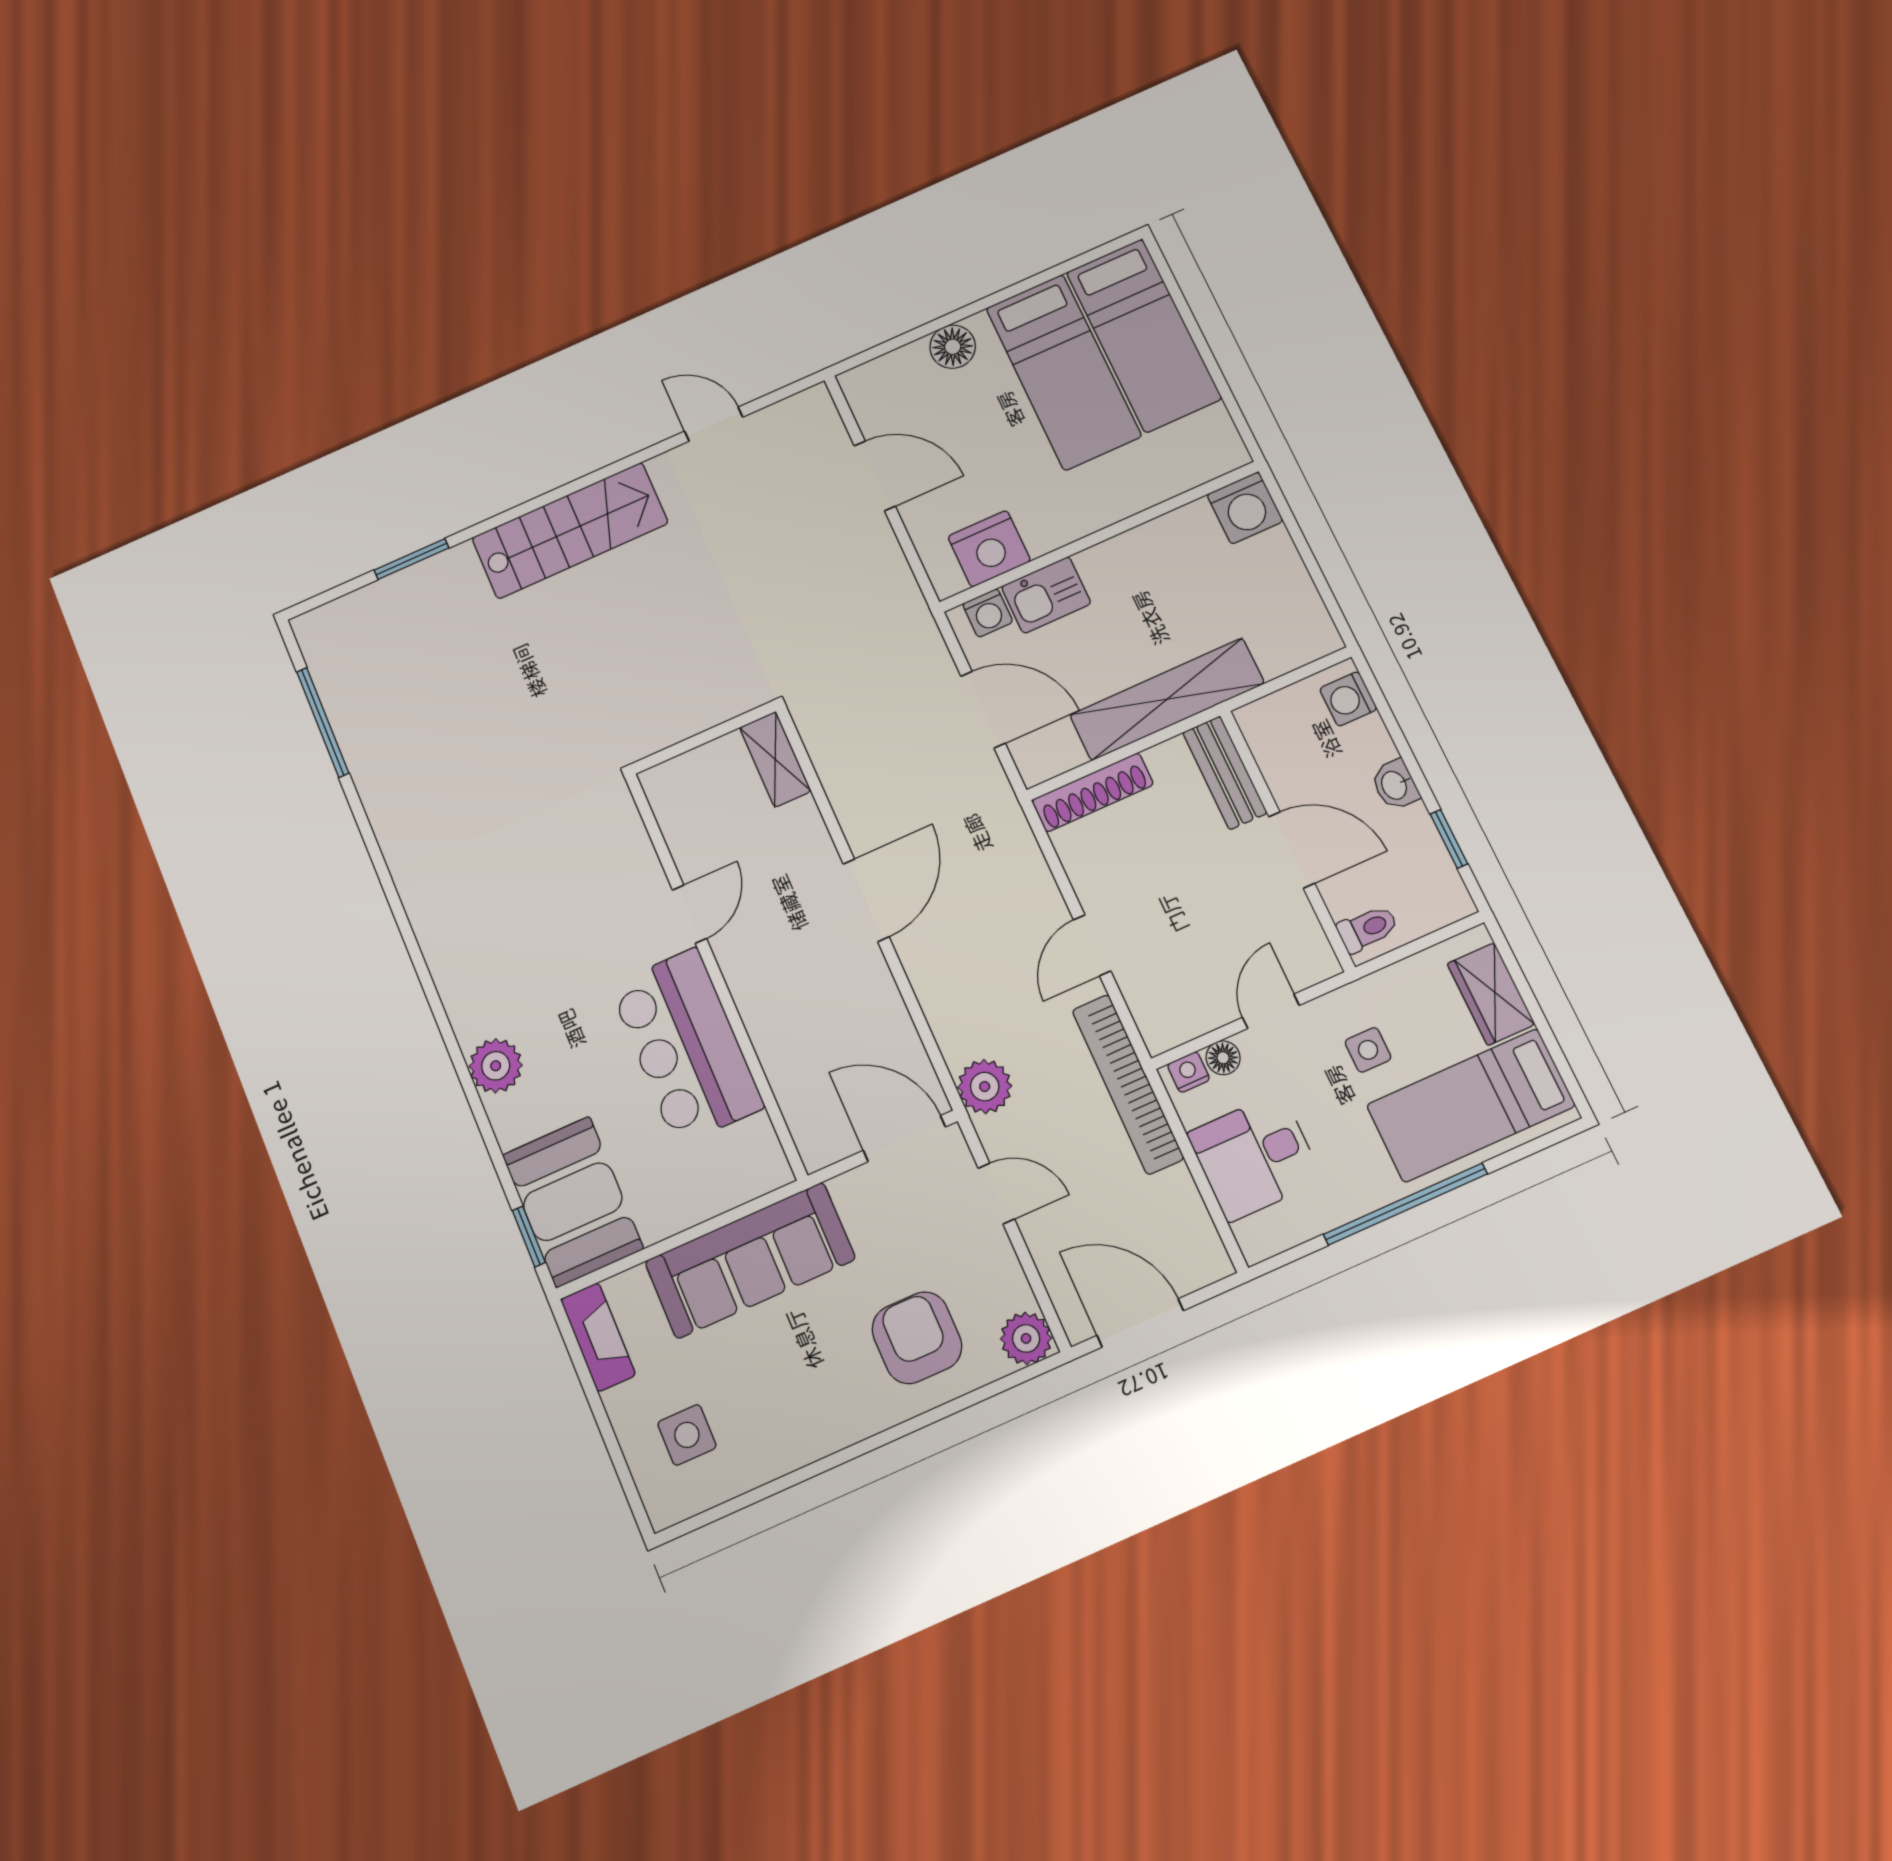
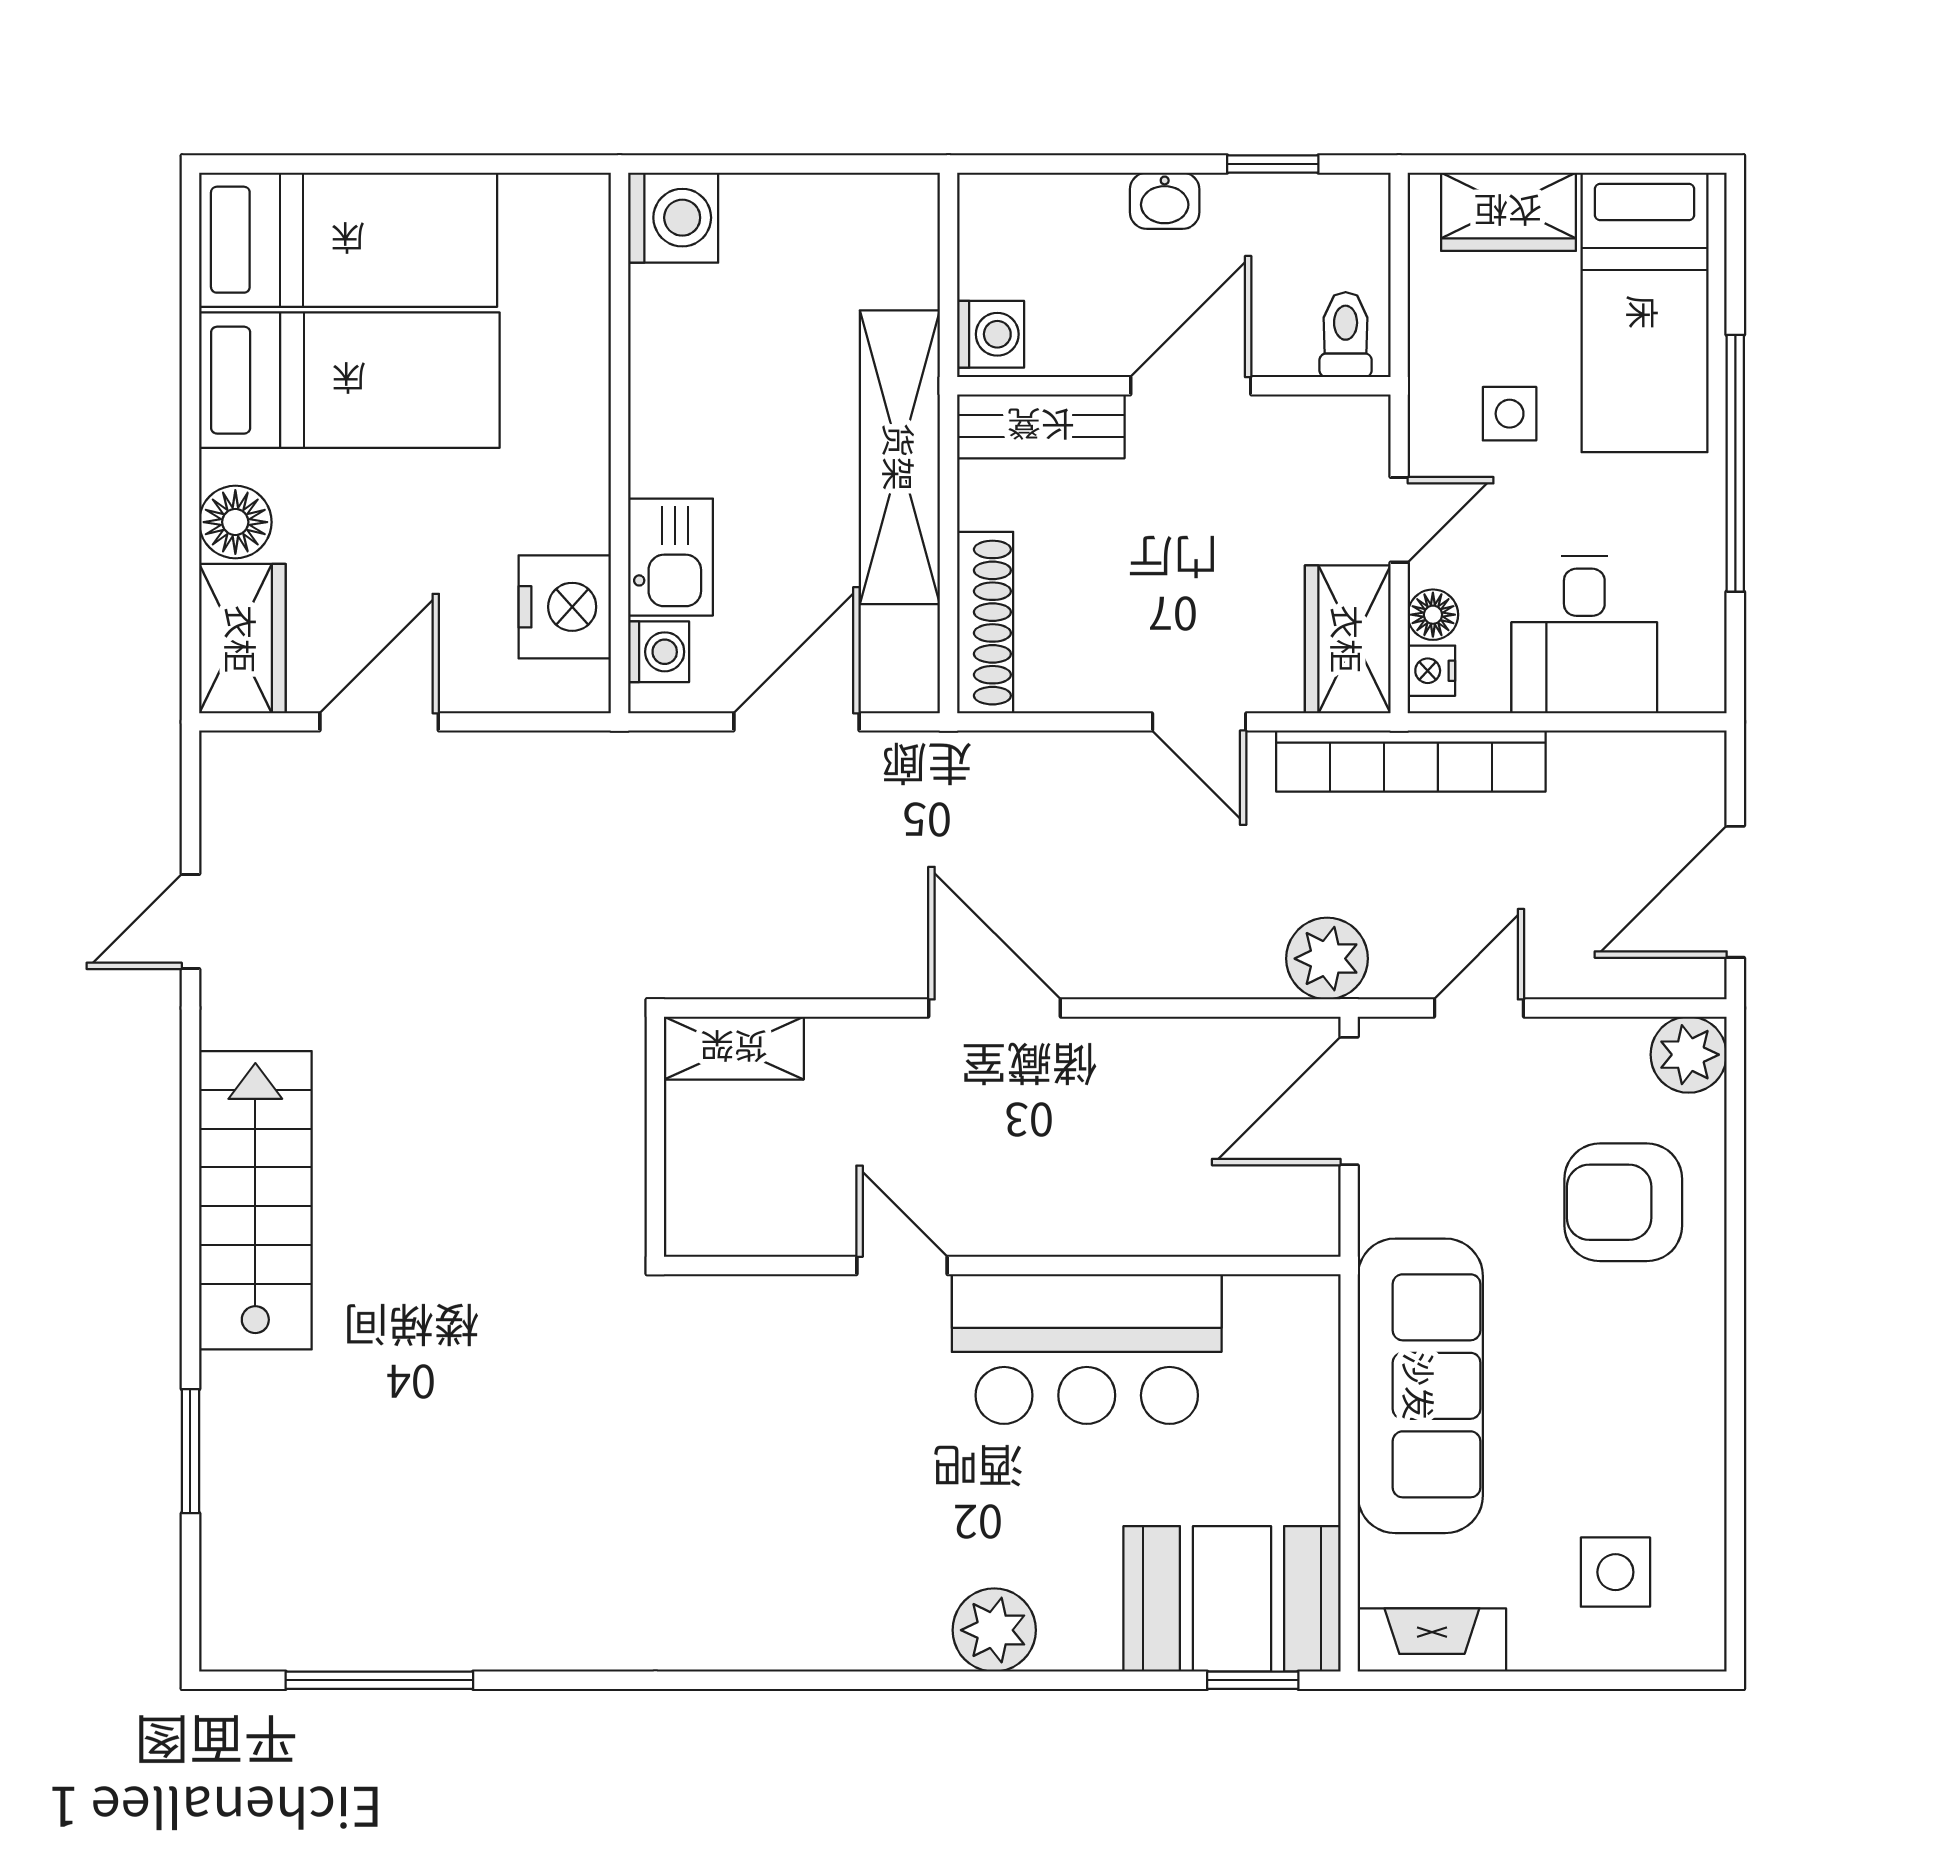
wardrobe: (888, 380) -> (242, 639), added
washing machine: (1348, 699) -> (991, 334), moved, turned -90
door: (1271, 1011) -> (1399, 520), swing flipped
wardrobe: (1184, 1013) -> (1348, 639), added

